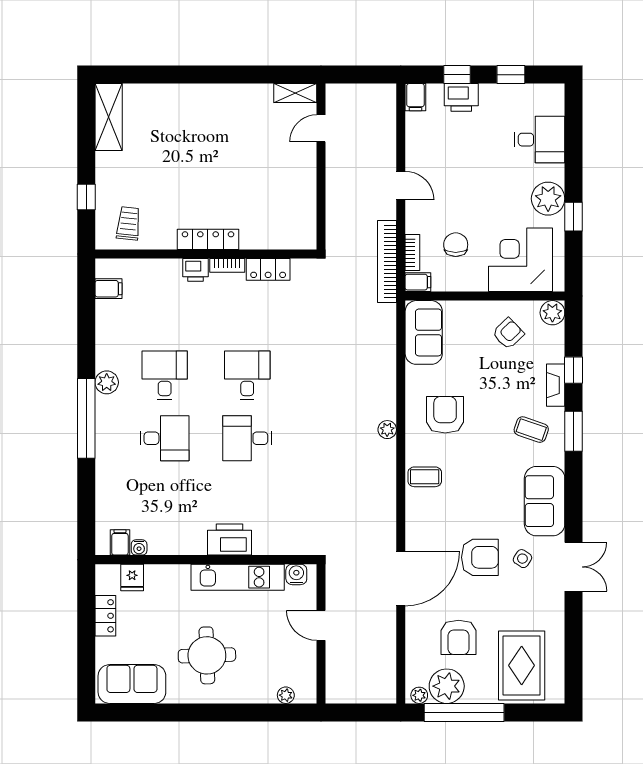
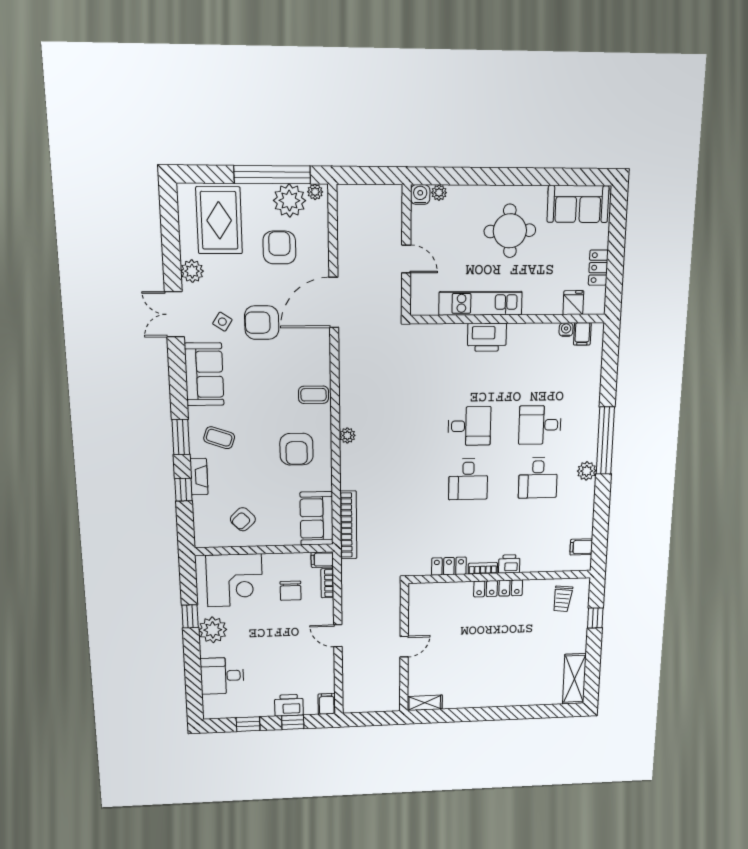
door: (321, 128) -> (404, 647), moved
bookcase: (387, 262) -> (348, 525), moved
plant: (552, 313) -> (192, 271), moved
water cooler: (296, 574) -> (420, 194), moved, turned 180

